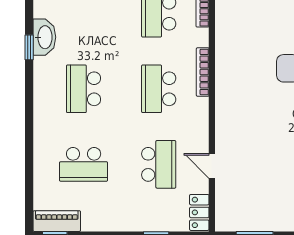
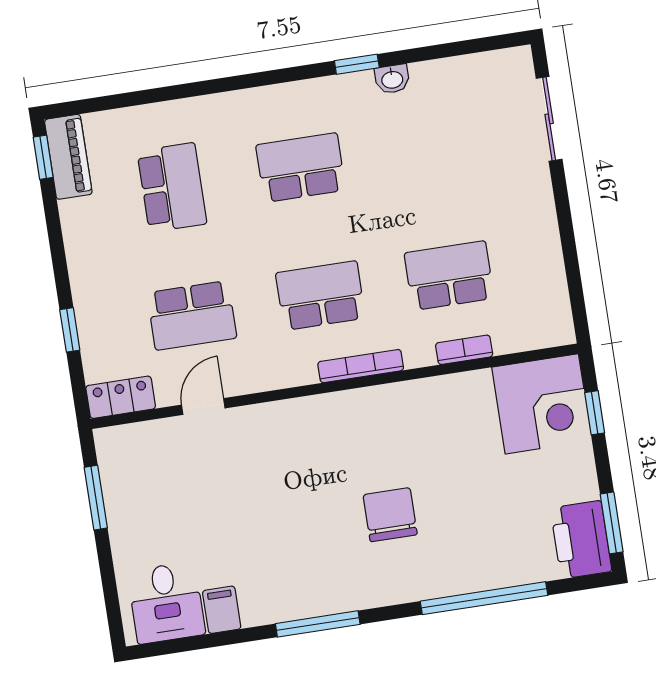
washbasin: (44, 37) -> (392, 79), width x0.52, depth x0.69
school desk: (84, 164) -> (172, 187), turned 180

